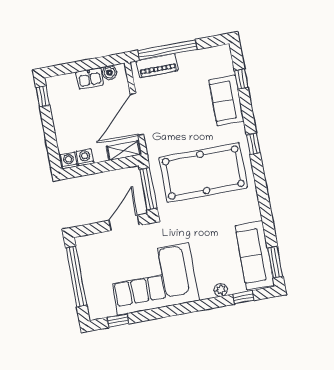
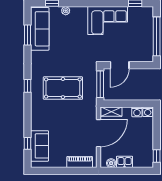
window: (167, 50) -> (71, 171), removed
sofa: (226, 101) -> (40, 146), moved
window: (253, 144) -> (27, 86), moved
pool table: (203, 173) -> (63, 88), width x0.73, depth x0.76
window: (275, 262) -> (27, 35), moved
corner sofa: (153, 279) -> (108, 21), width x0.73, depth x0.74

